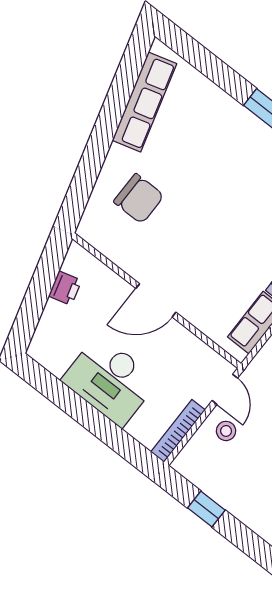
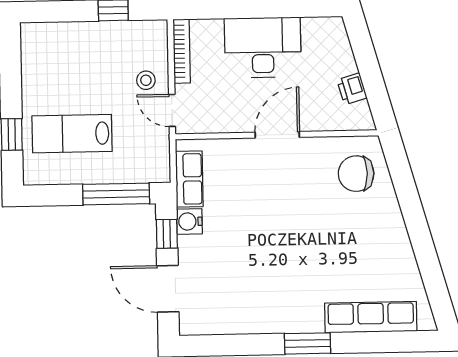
row of seats: (144, 102) -> (371, 317), moved, turned 106
chair: (139, 199) -> (356, 174), moved

